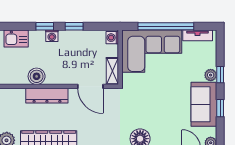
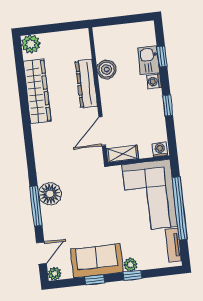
window: (45, 26) -> (162, 56), moved
kitchen sink: (16, 38) -> (149, 60), moved

